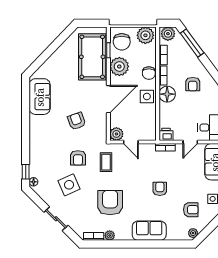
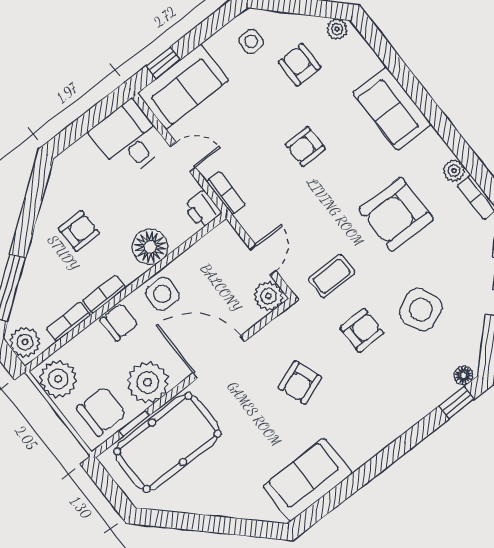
floor lamp: (167, 94) -> (150, 247), moved

